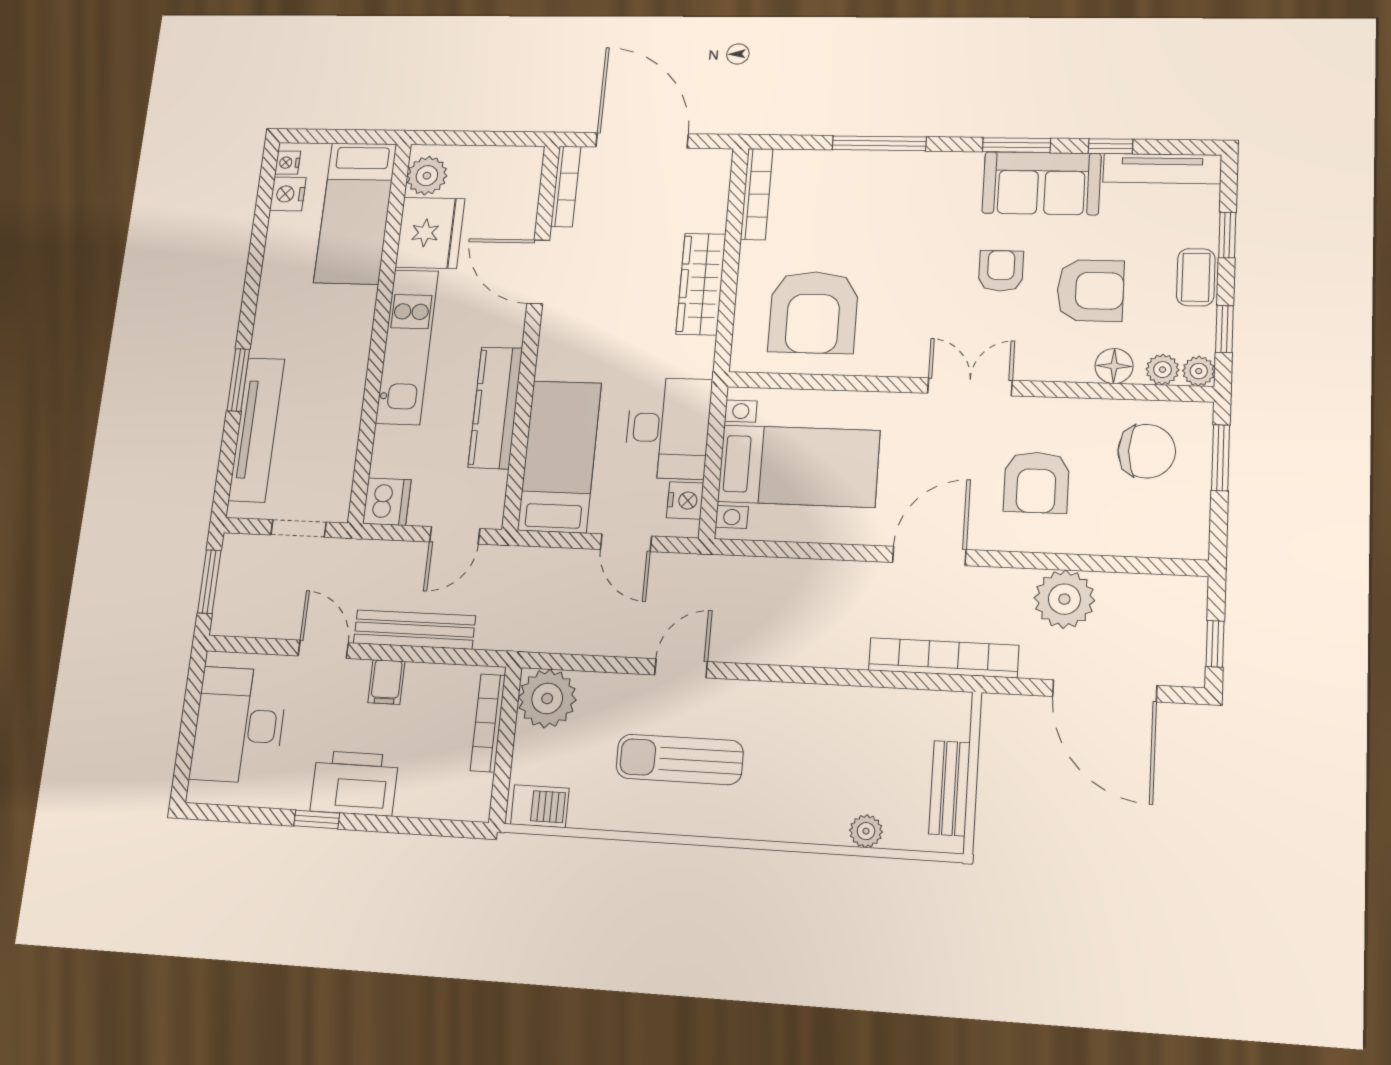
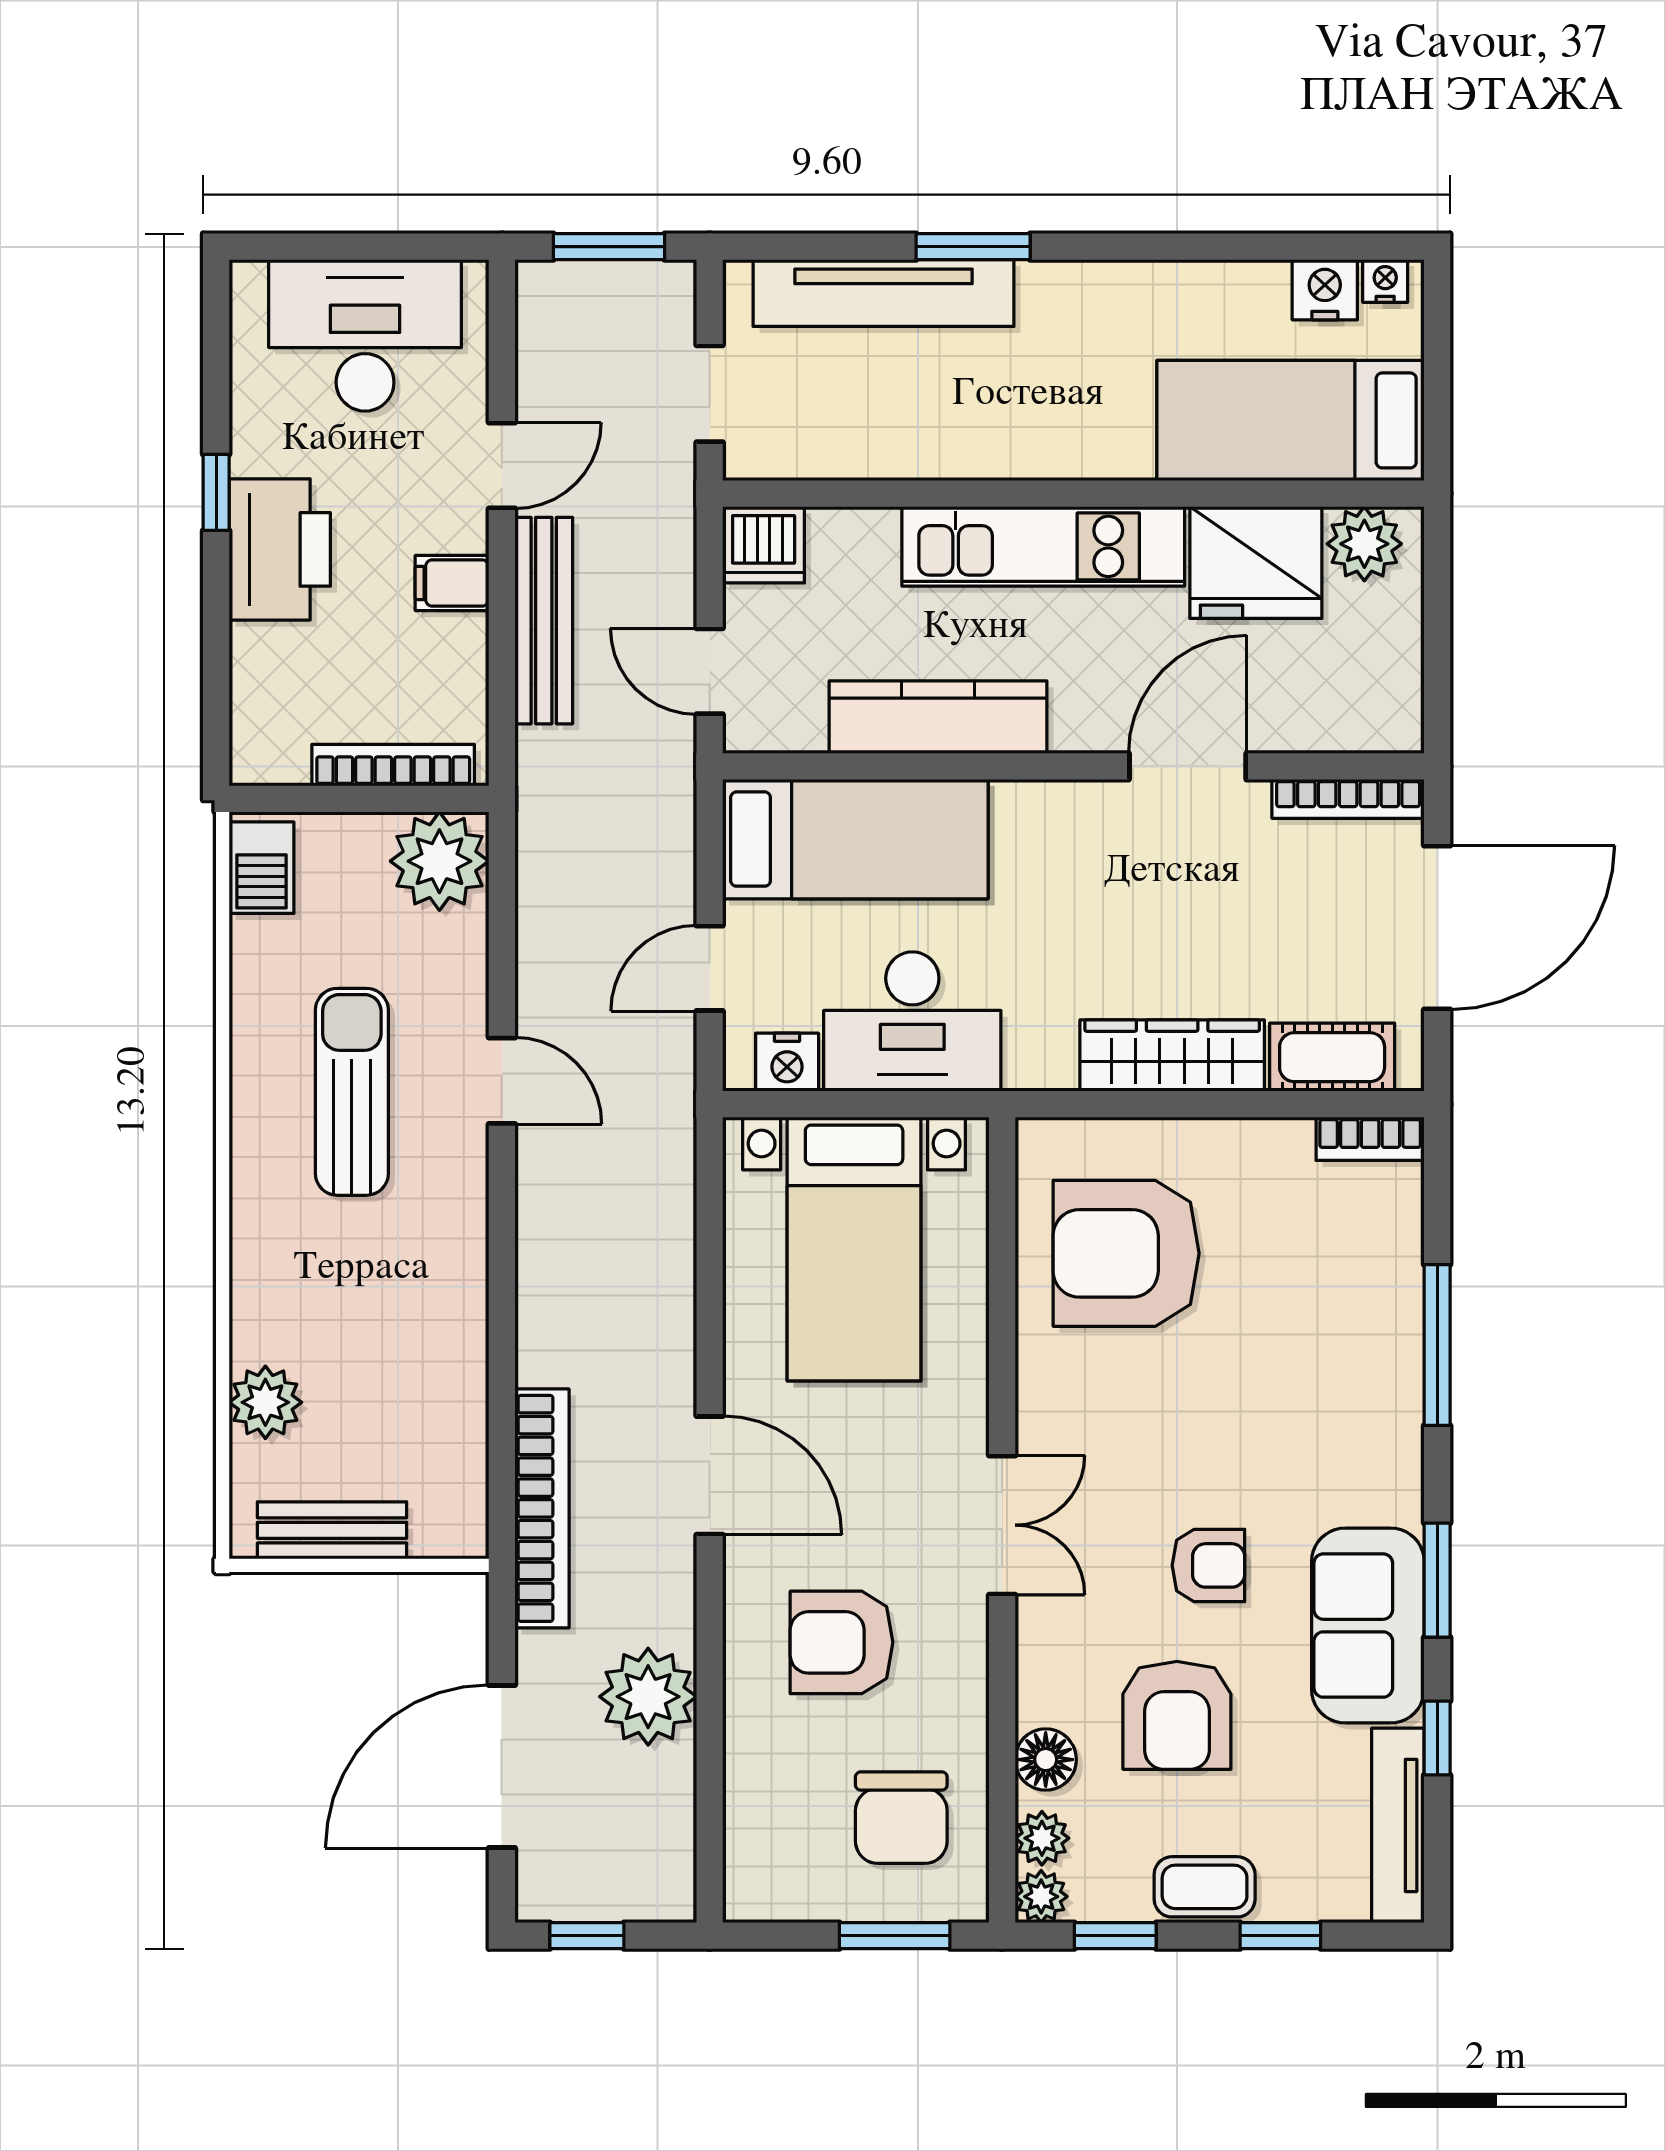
bookcase: (757, 194) -> (1370, 1139), width x0.64
cot: (710, 197) -> (1332, 1057), added
plant: (866, 831) -> (265, 1402), width x1.38, depth x1.38

